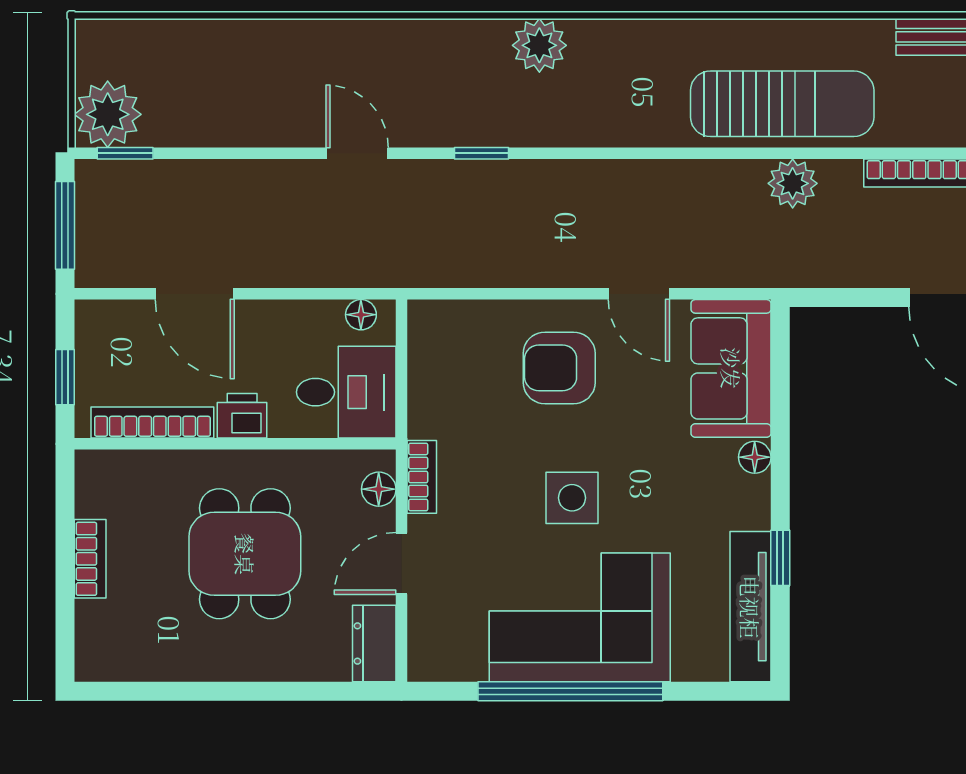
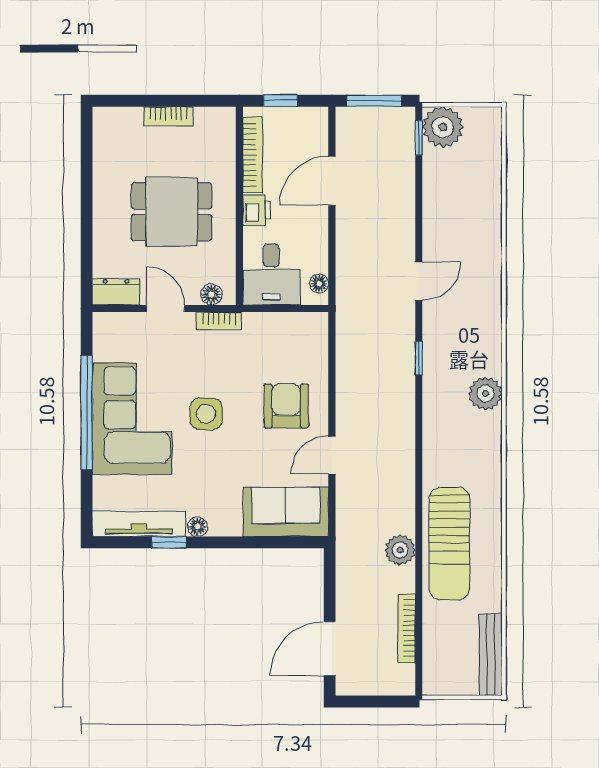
floor lamp: (755, 457) -> (198, 527), moved

